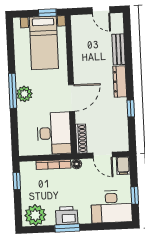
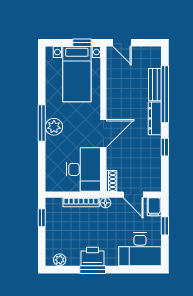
door: (101, 10) -> (122, 43), moved
window: (128, 58) -> (165, 94), added
shoe rack: (81, 139) -> (111, 181), width x0.70
window: (135, 195) -> (165, 226), moved
plant: (35, 215) -> (60, 260), width x0.53, depth x0.53

